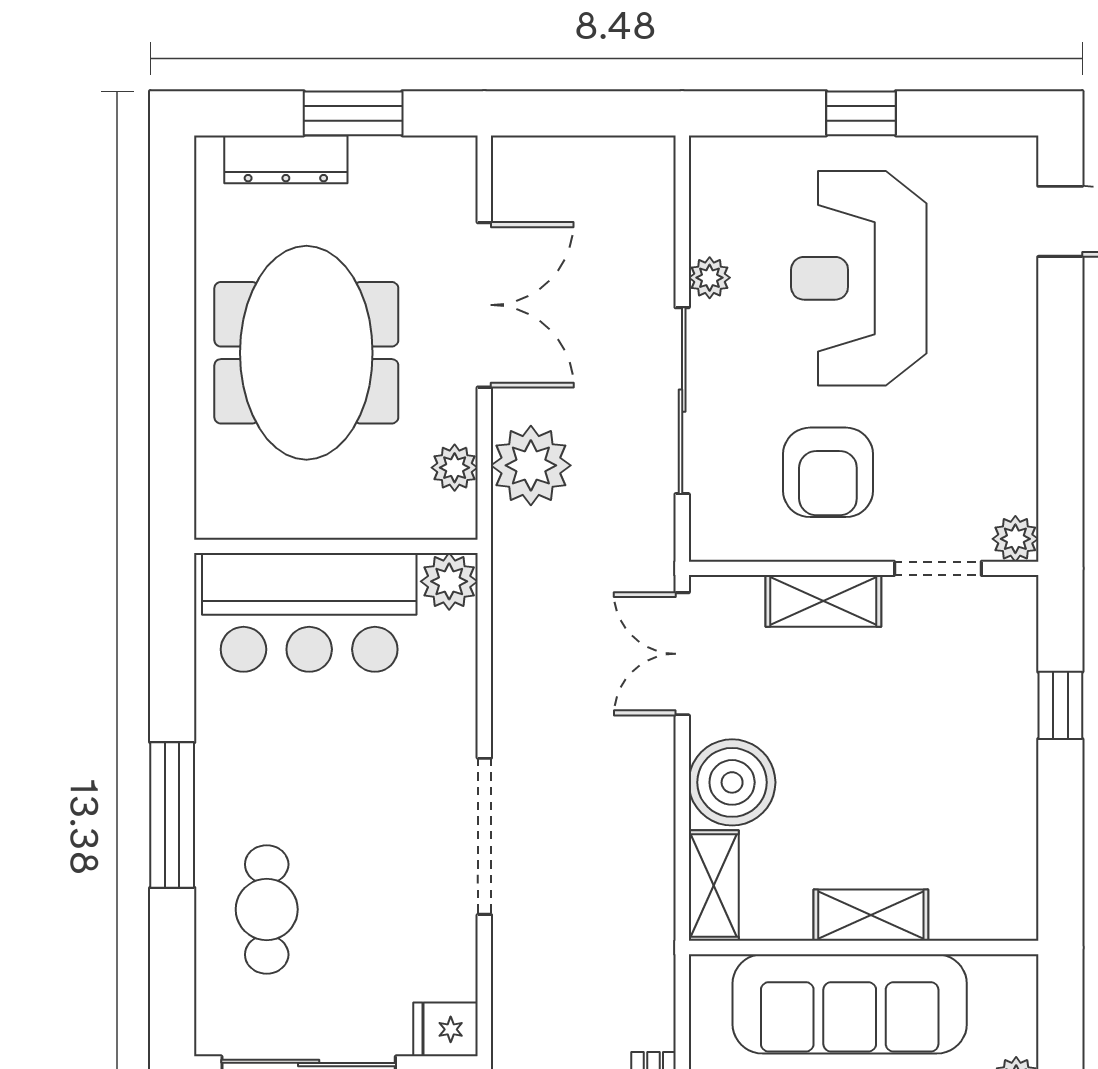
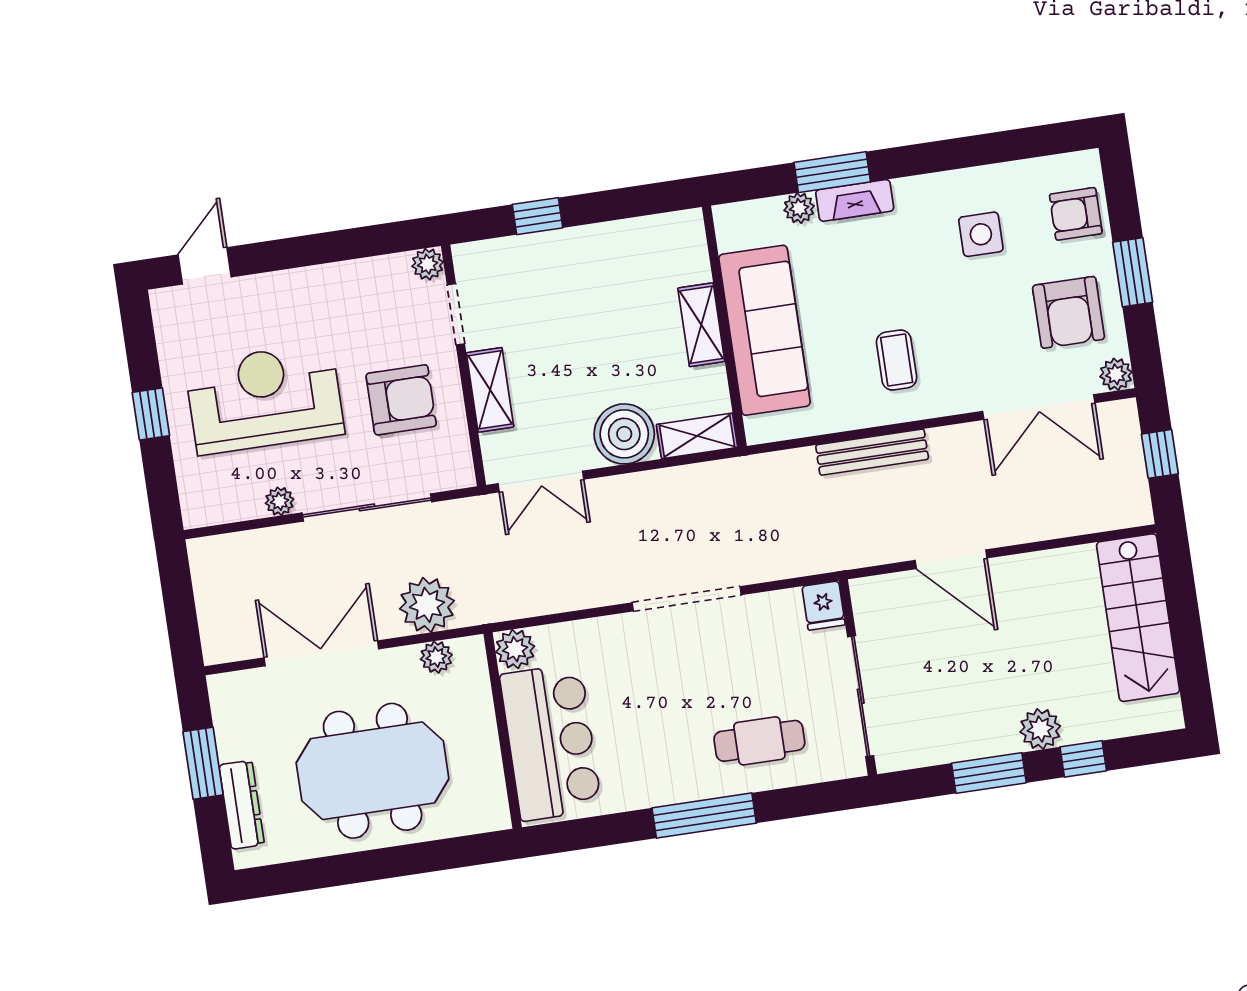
reception desk: (859, 278) -> (265, 399), turned 180

